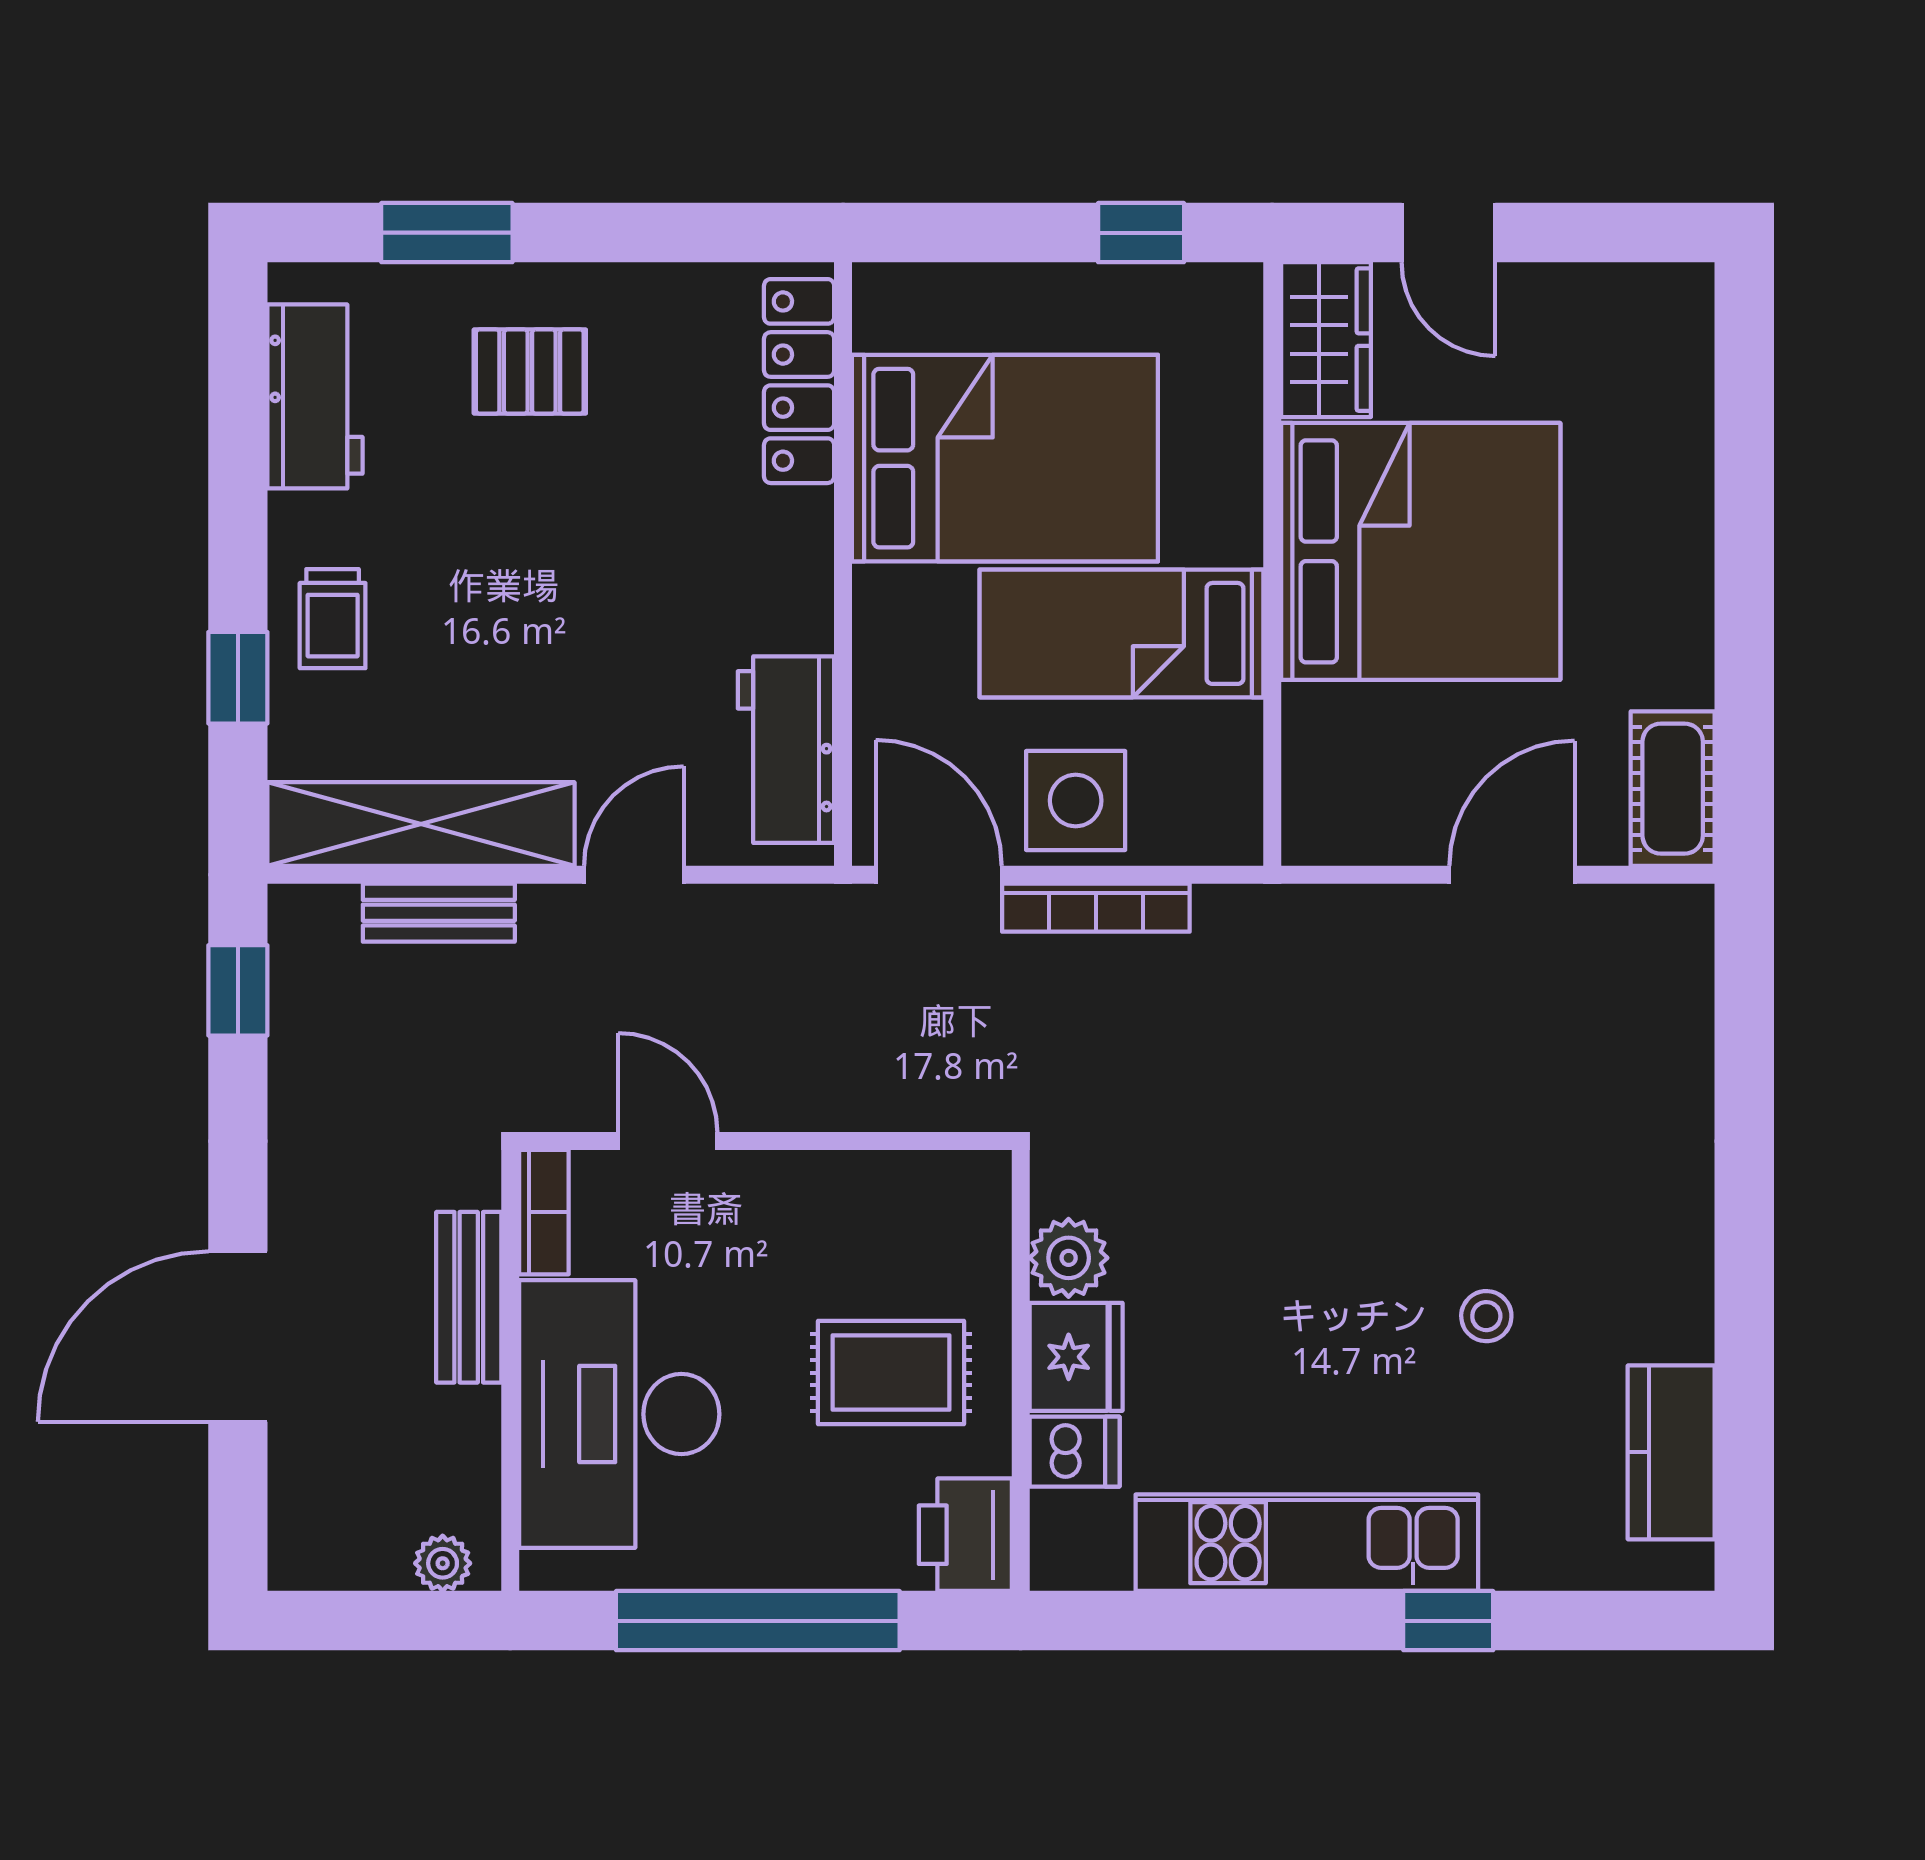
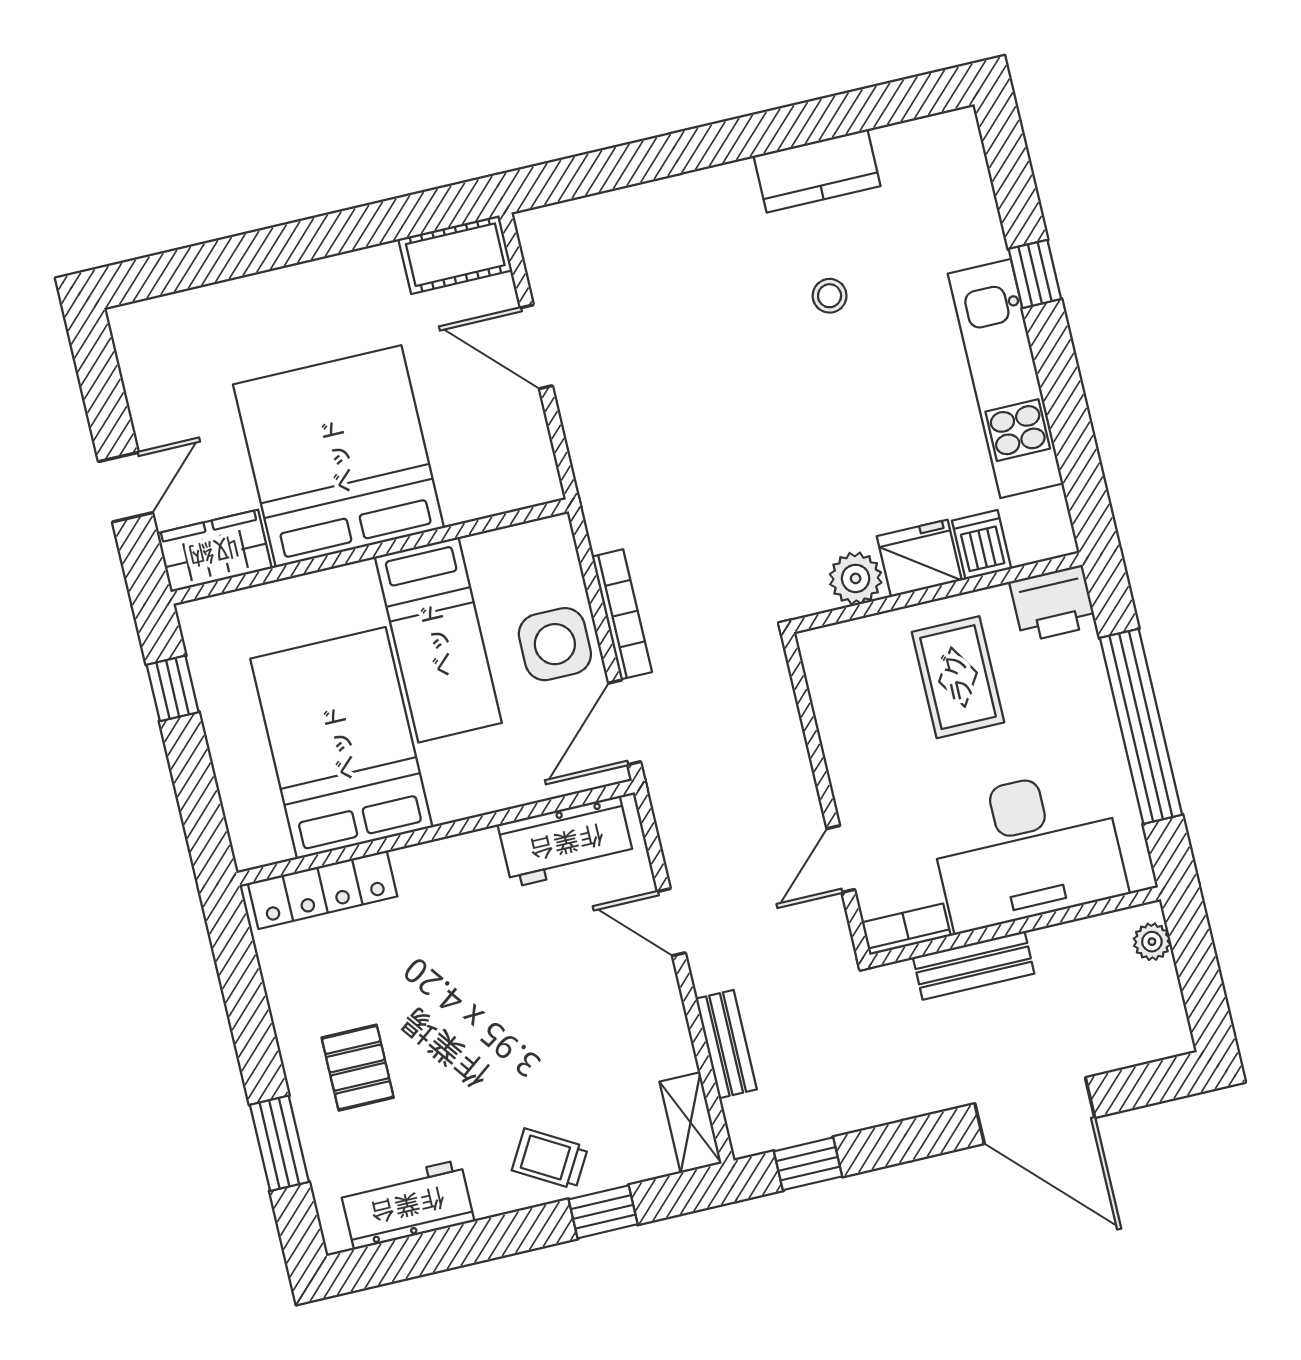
trolley: (333, 619) -> (550, 1159), turned -150
shelving: (421, 824) -> (691, 1123), width x0.45, depth x0.75
kitchen counter: (1671, 1452) -> (817, 171), moved

